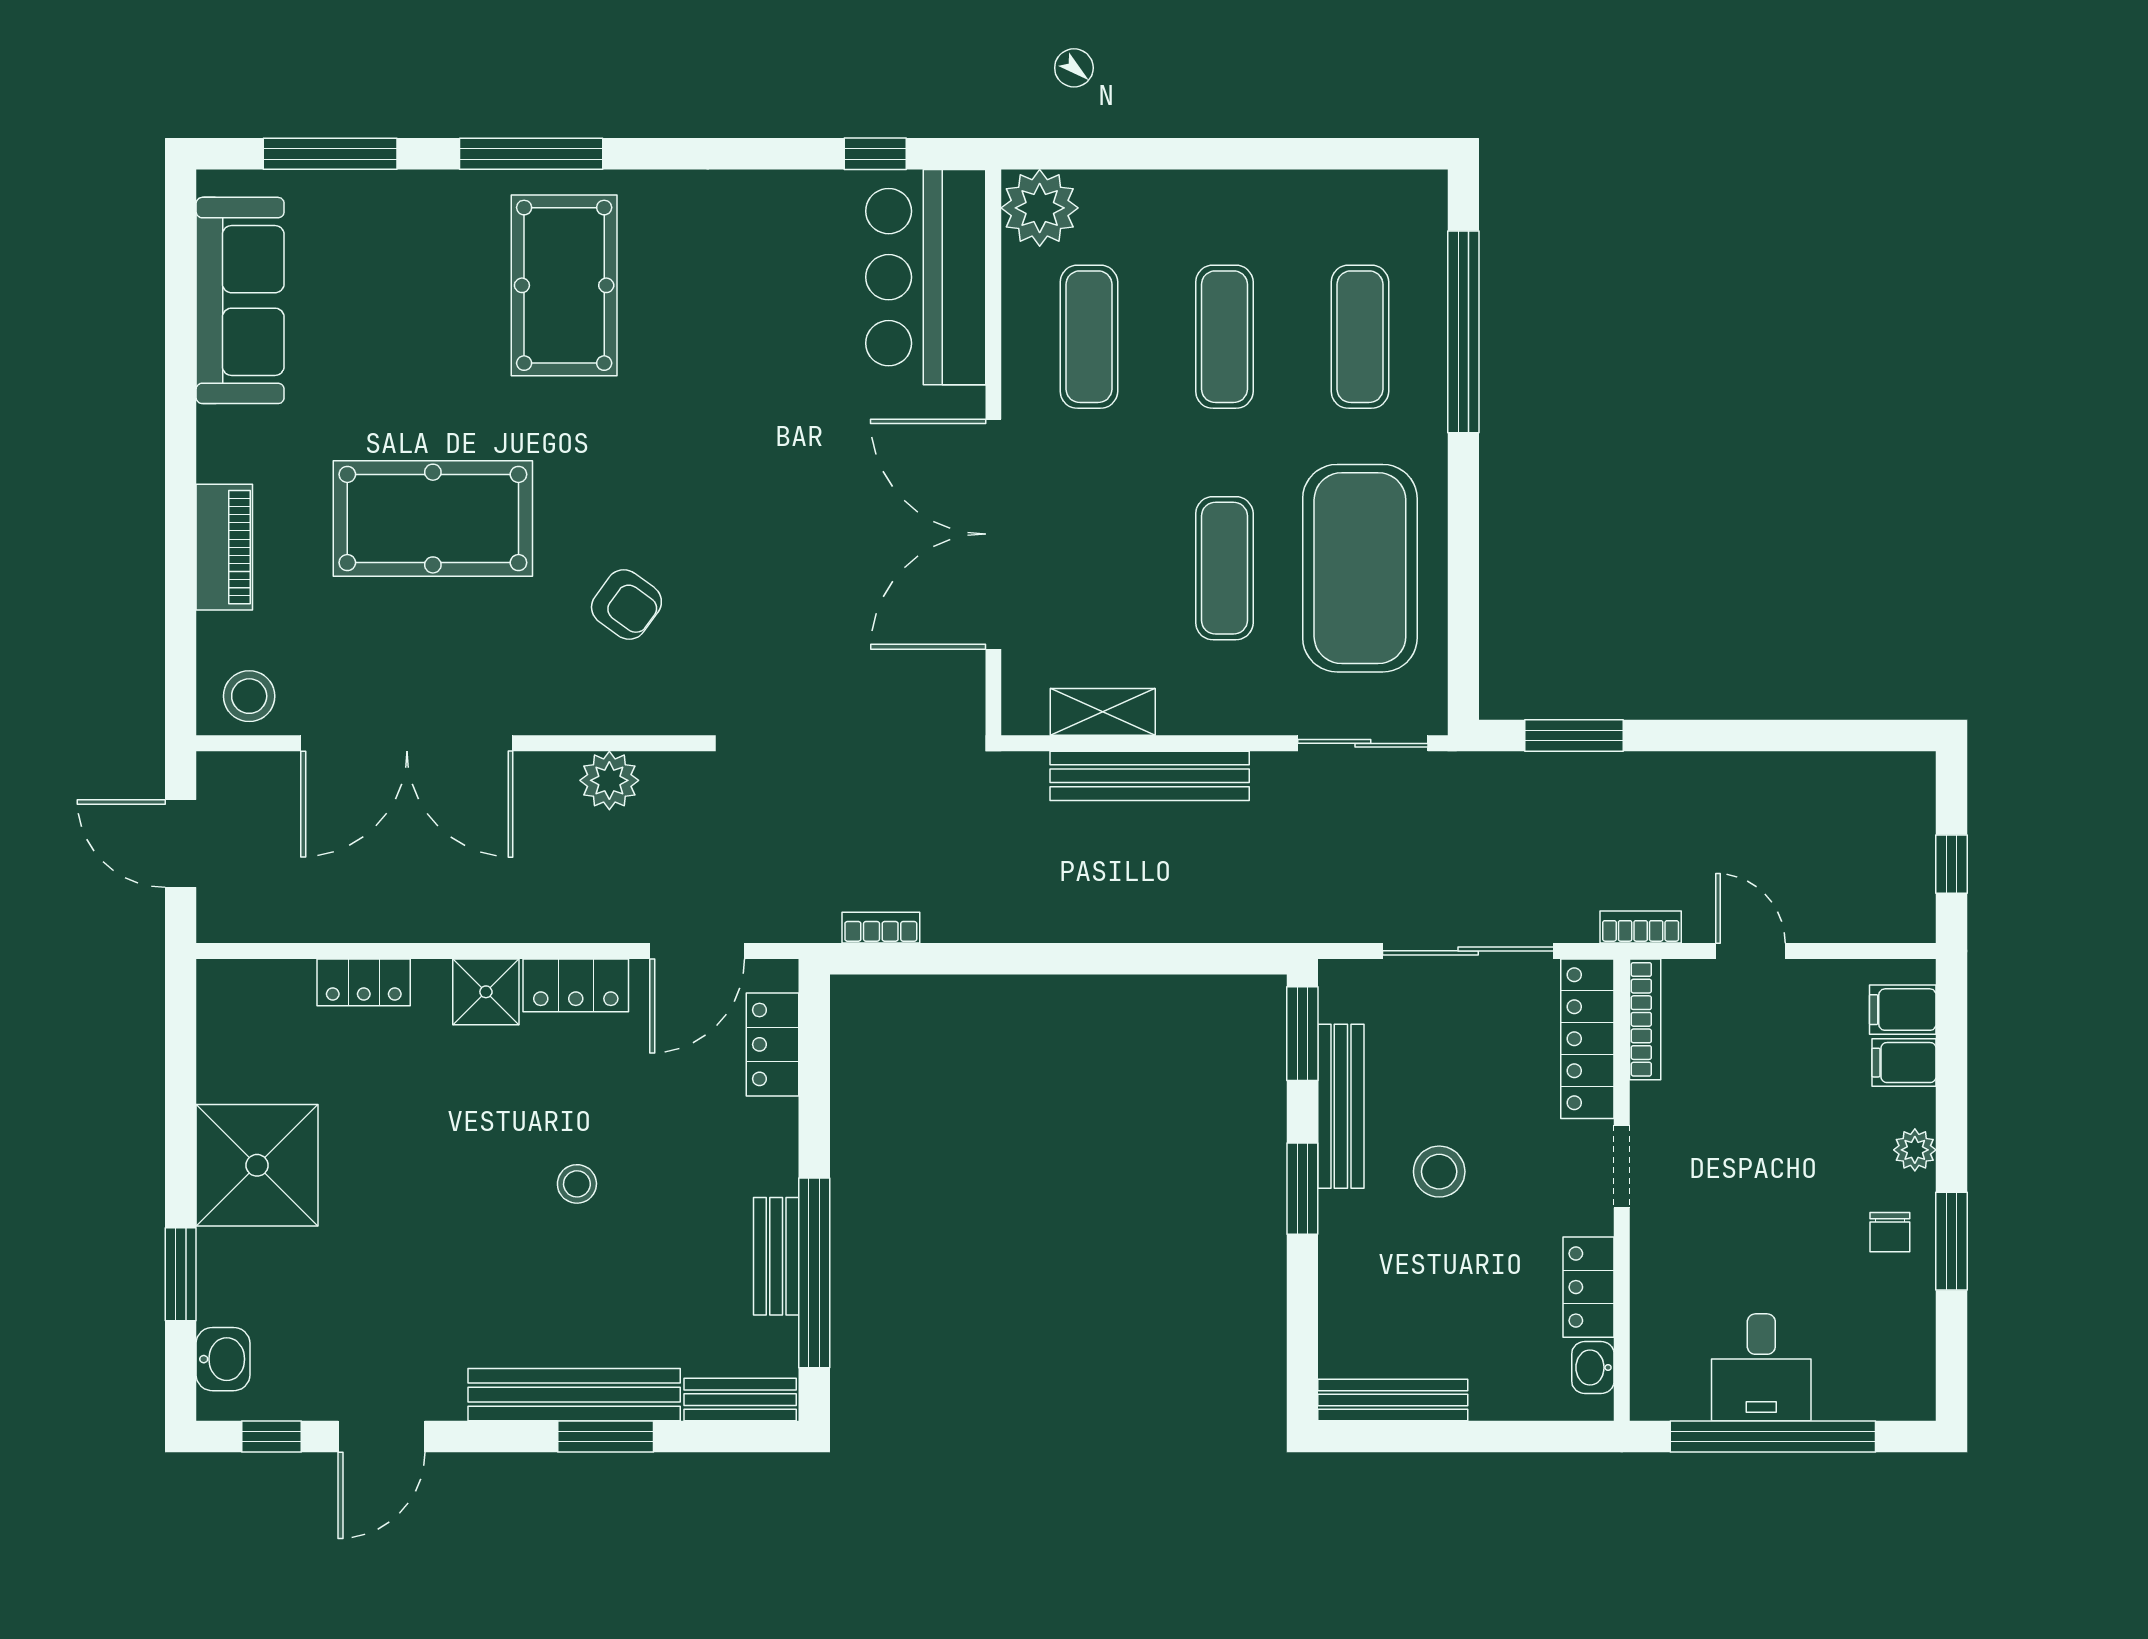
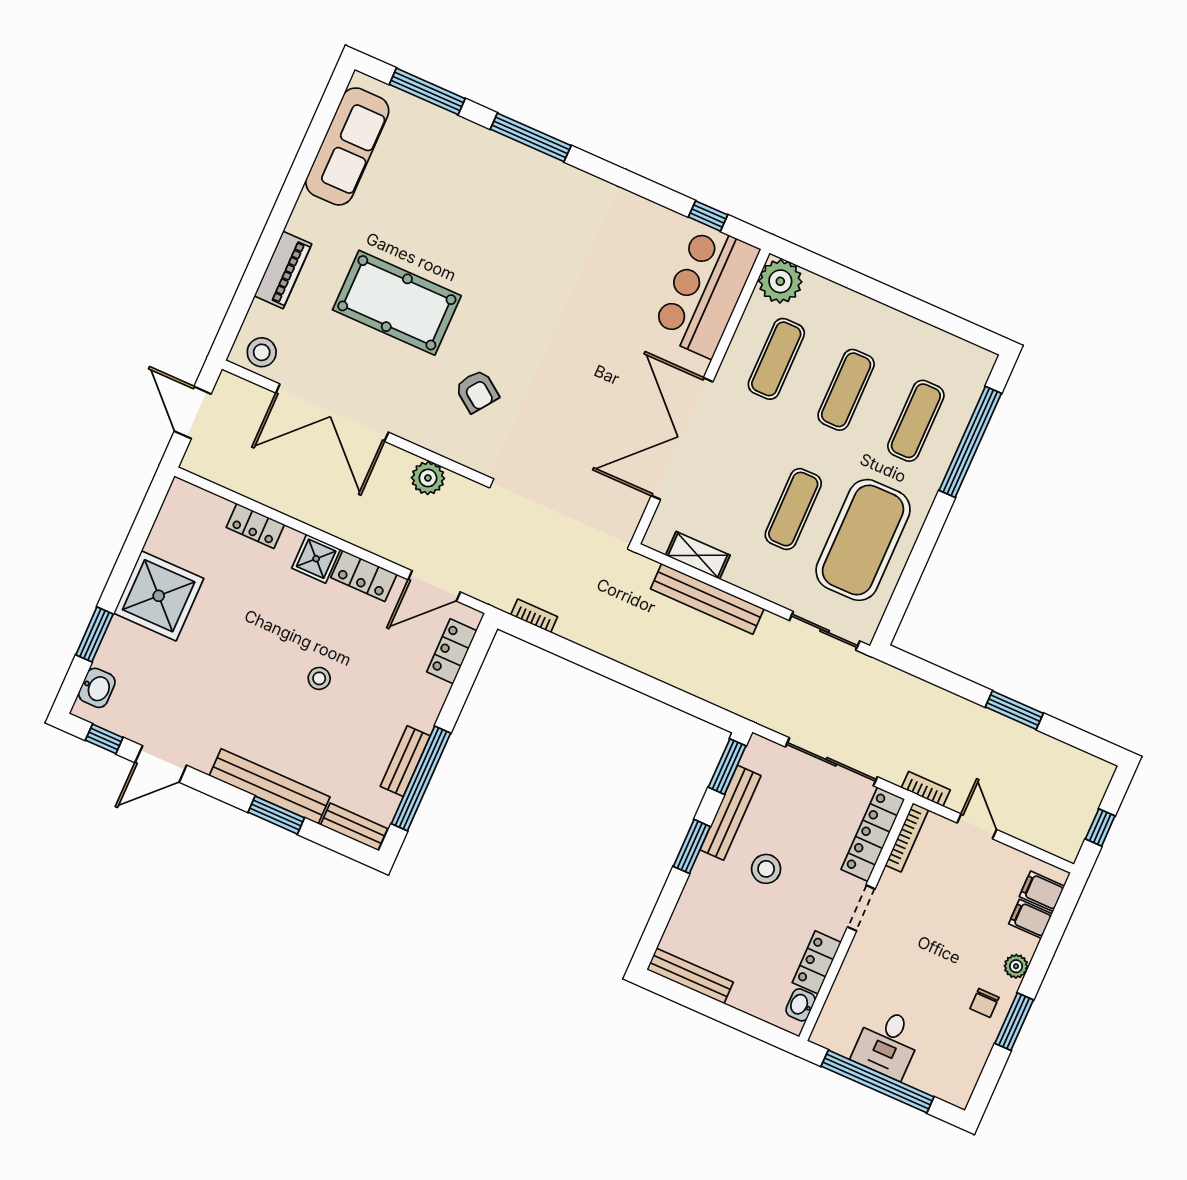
pool table: (564, 285) -> (518, 213), removed
window: (1574, 735) -> (1014, 710), moved

